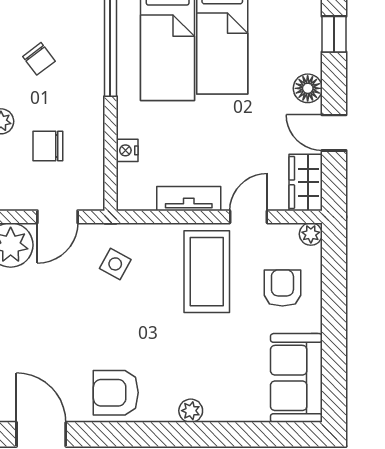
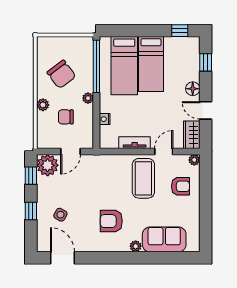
chair: (39, 59) -> (61, 74), width x1.87, depth x1.87
plant: (93, 108) -> (88, 98), added
side table: (115, 264) -> (60, 215), moved
armchair: (282, 288) -> (180, 186), turned 90
sofa: (296, 378) -> (164, 239), moved, turned 90
armchair: (116, 393) -> (111, 221), moved

